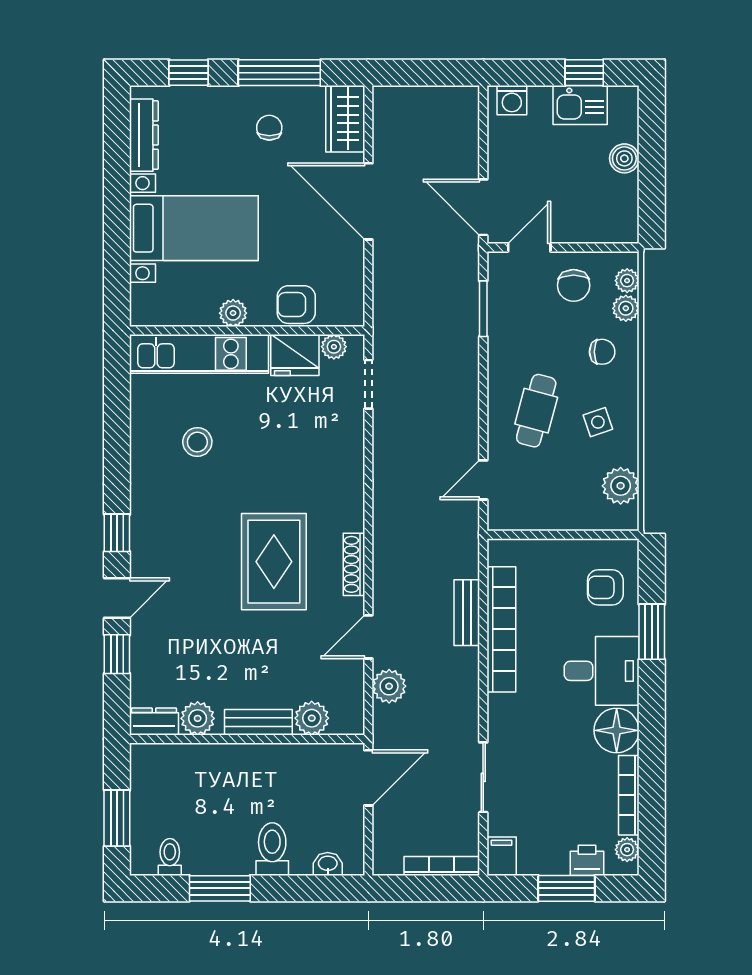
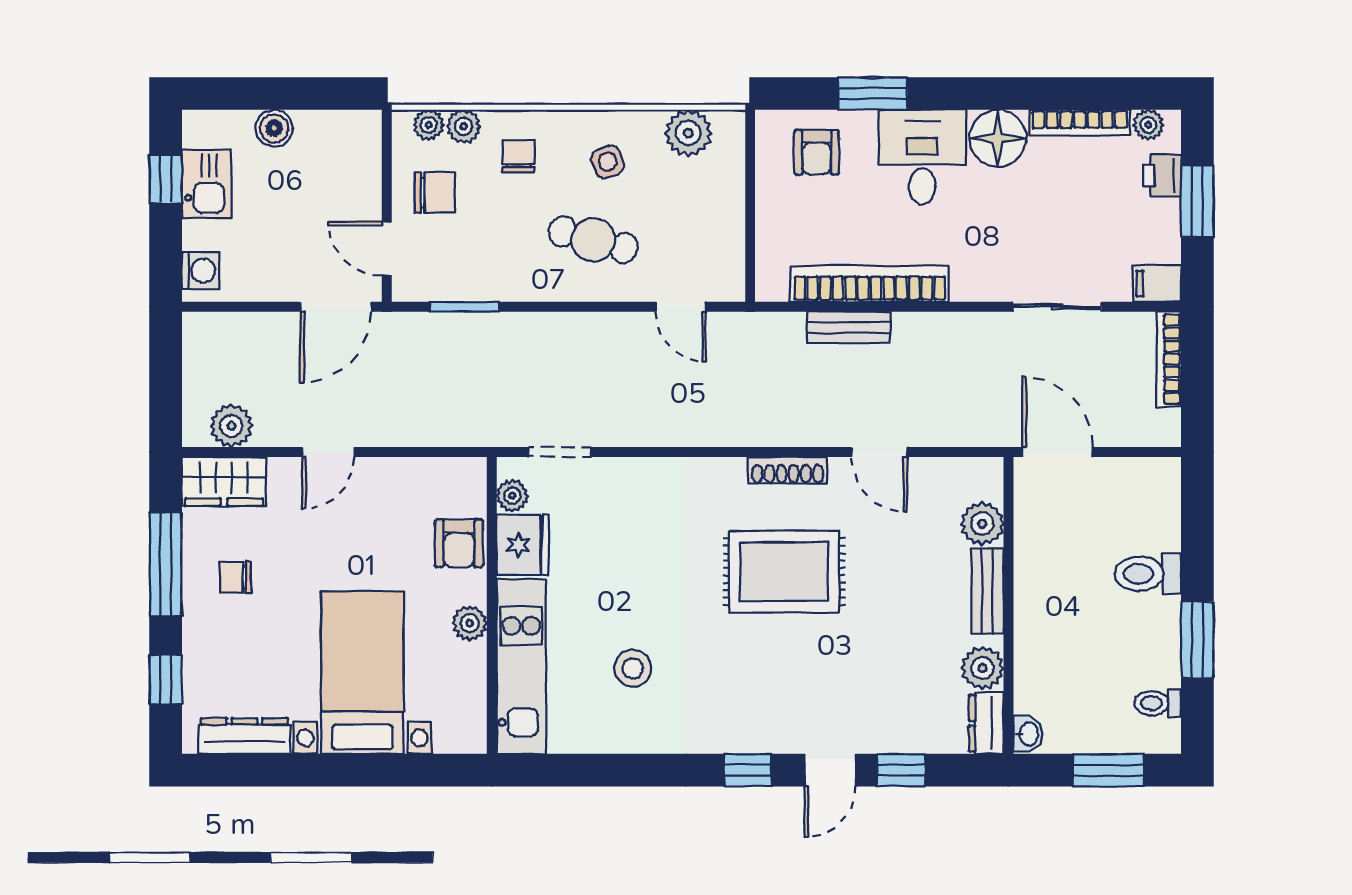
door: (368, 201) -> (328, 452), width x0.53
door: (117, 598) -> (830, 770), swing flipped
plant: (389, 686) -> (231, 426), moved
washbasin: (328, 864) -> (1028, 734), moved, turned 180

